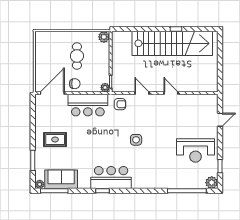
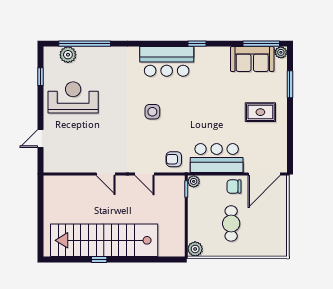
bar counter: (111, 178) -> (167, 61), moved
plant: (212, 183) -> (68, 55), moved

